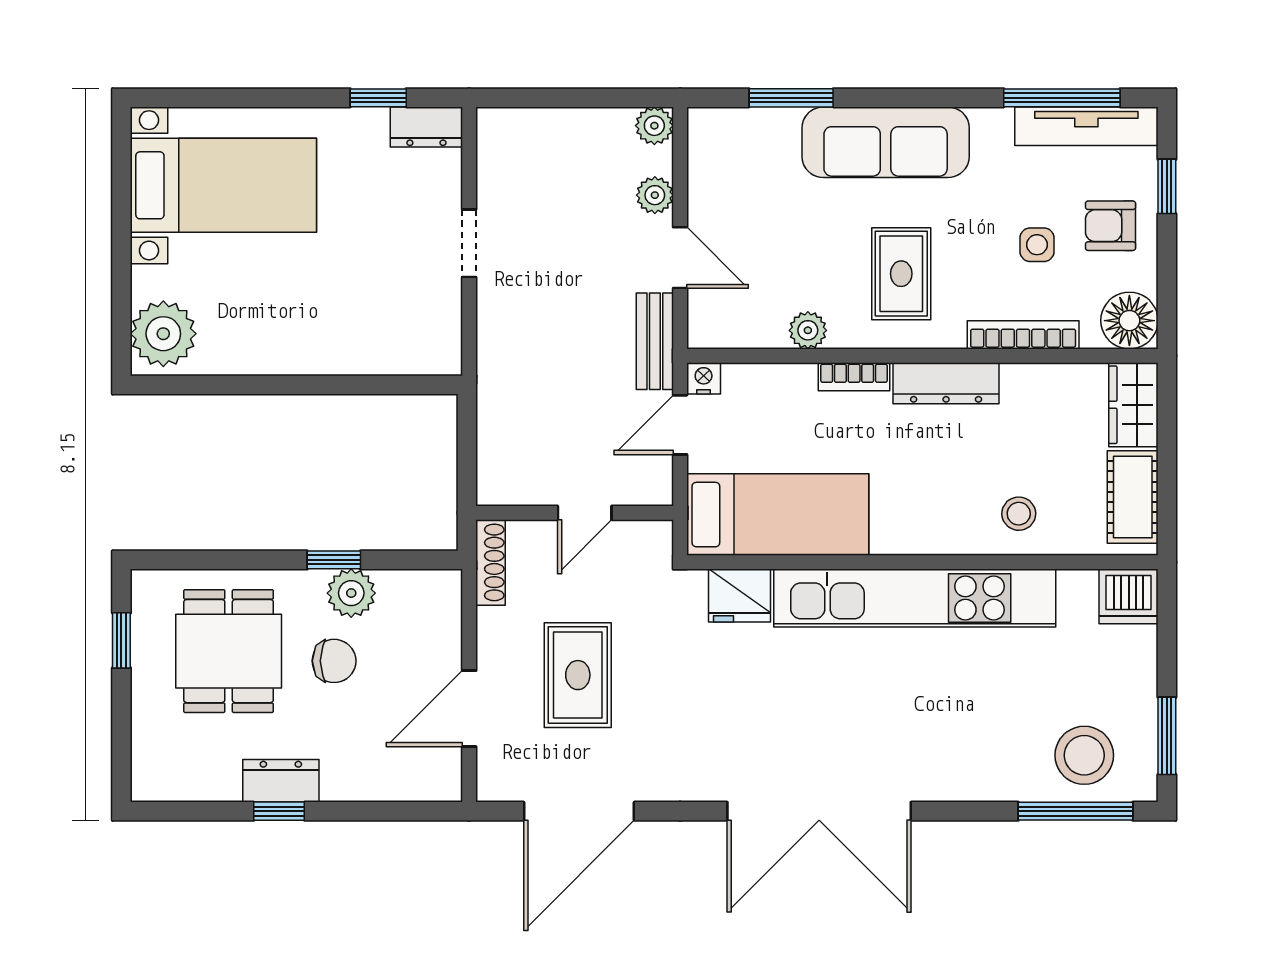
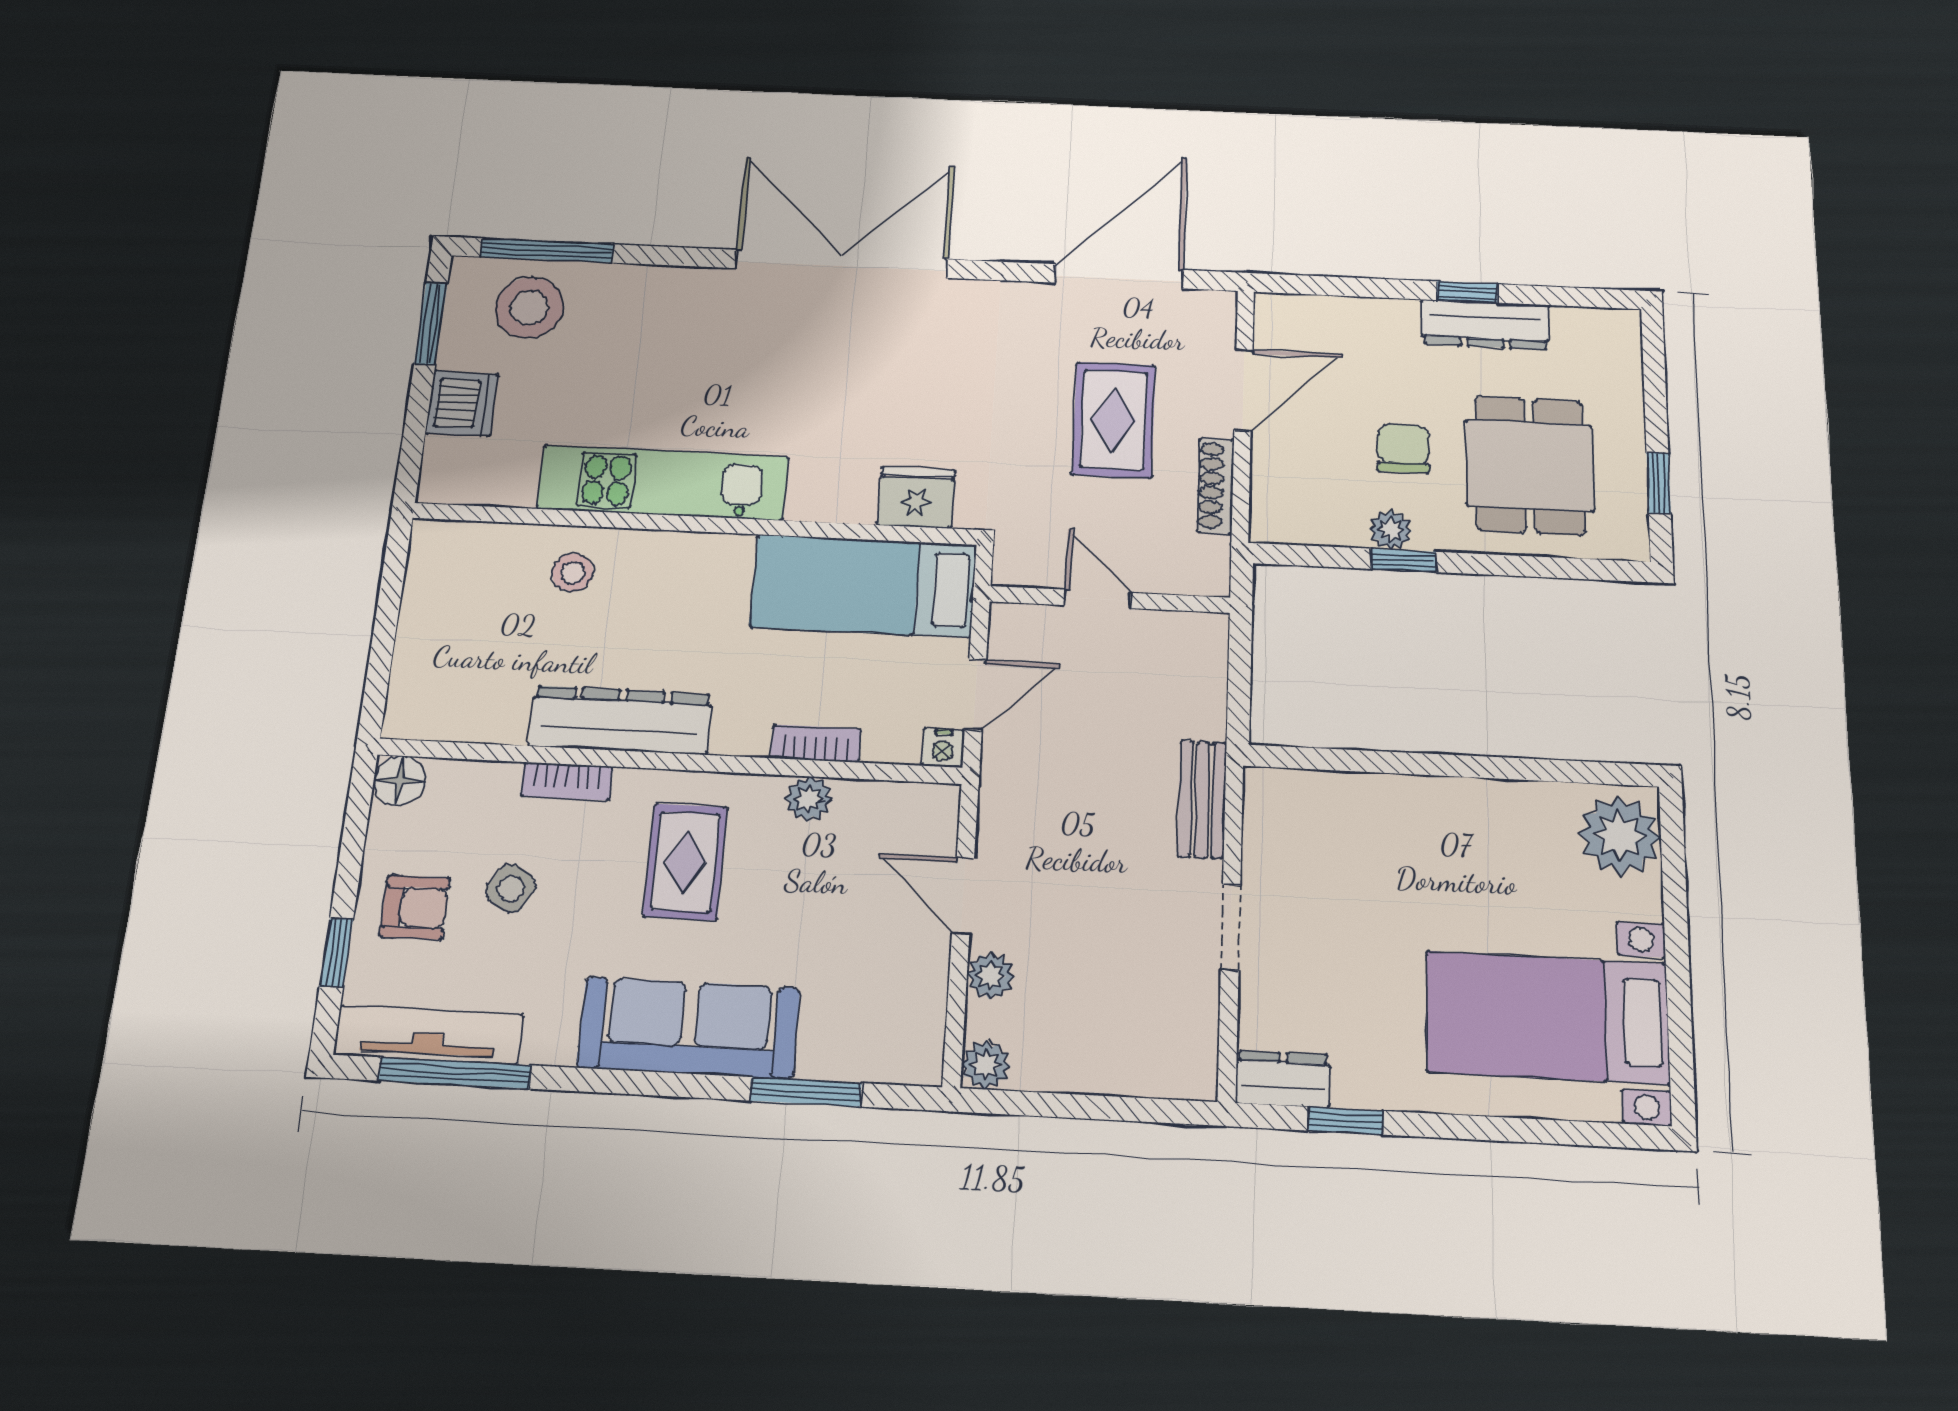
side table: (1037, 245) -> (511, 889), turned 32
floor lamp: (1129, 321) -> (399, 781), width x0.73, depth x0.73
bookcase: (1023, 335) -> (567, 781), width x0.64
bench: (655, 341) -> (1202, 799), moved
bookcase: (854, 377) -> (816, 744), moved
dresser: (946, 383) -> (620, 720), width x1.37, depth x1.24
wardrobe: (1133, 405) -> (417, 691), removed
cot: (1133, 497) -> (433, 585), removed
door: (585, 513) -> (1098, 599), hinge flipped
shoe rack: (490, 562) -> (1216, 486), moved
plant: (351, 593) -> (1391, 530), width x0.73, depth x0.73
dishwasher: (1129, 596) -> (462, 403), moved, turned 90
kitchen unit: (915, 598) -> (663, 483), width x0.73
chair: (334, 661) -> (1403, 449), turned 90
dresser: (281, 781) -> (1485, 324), width x1.44

